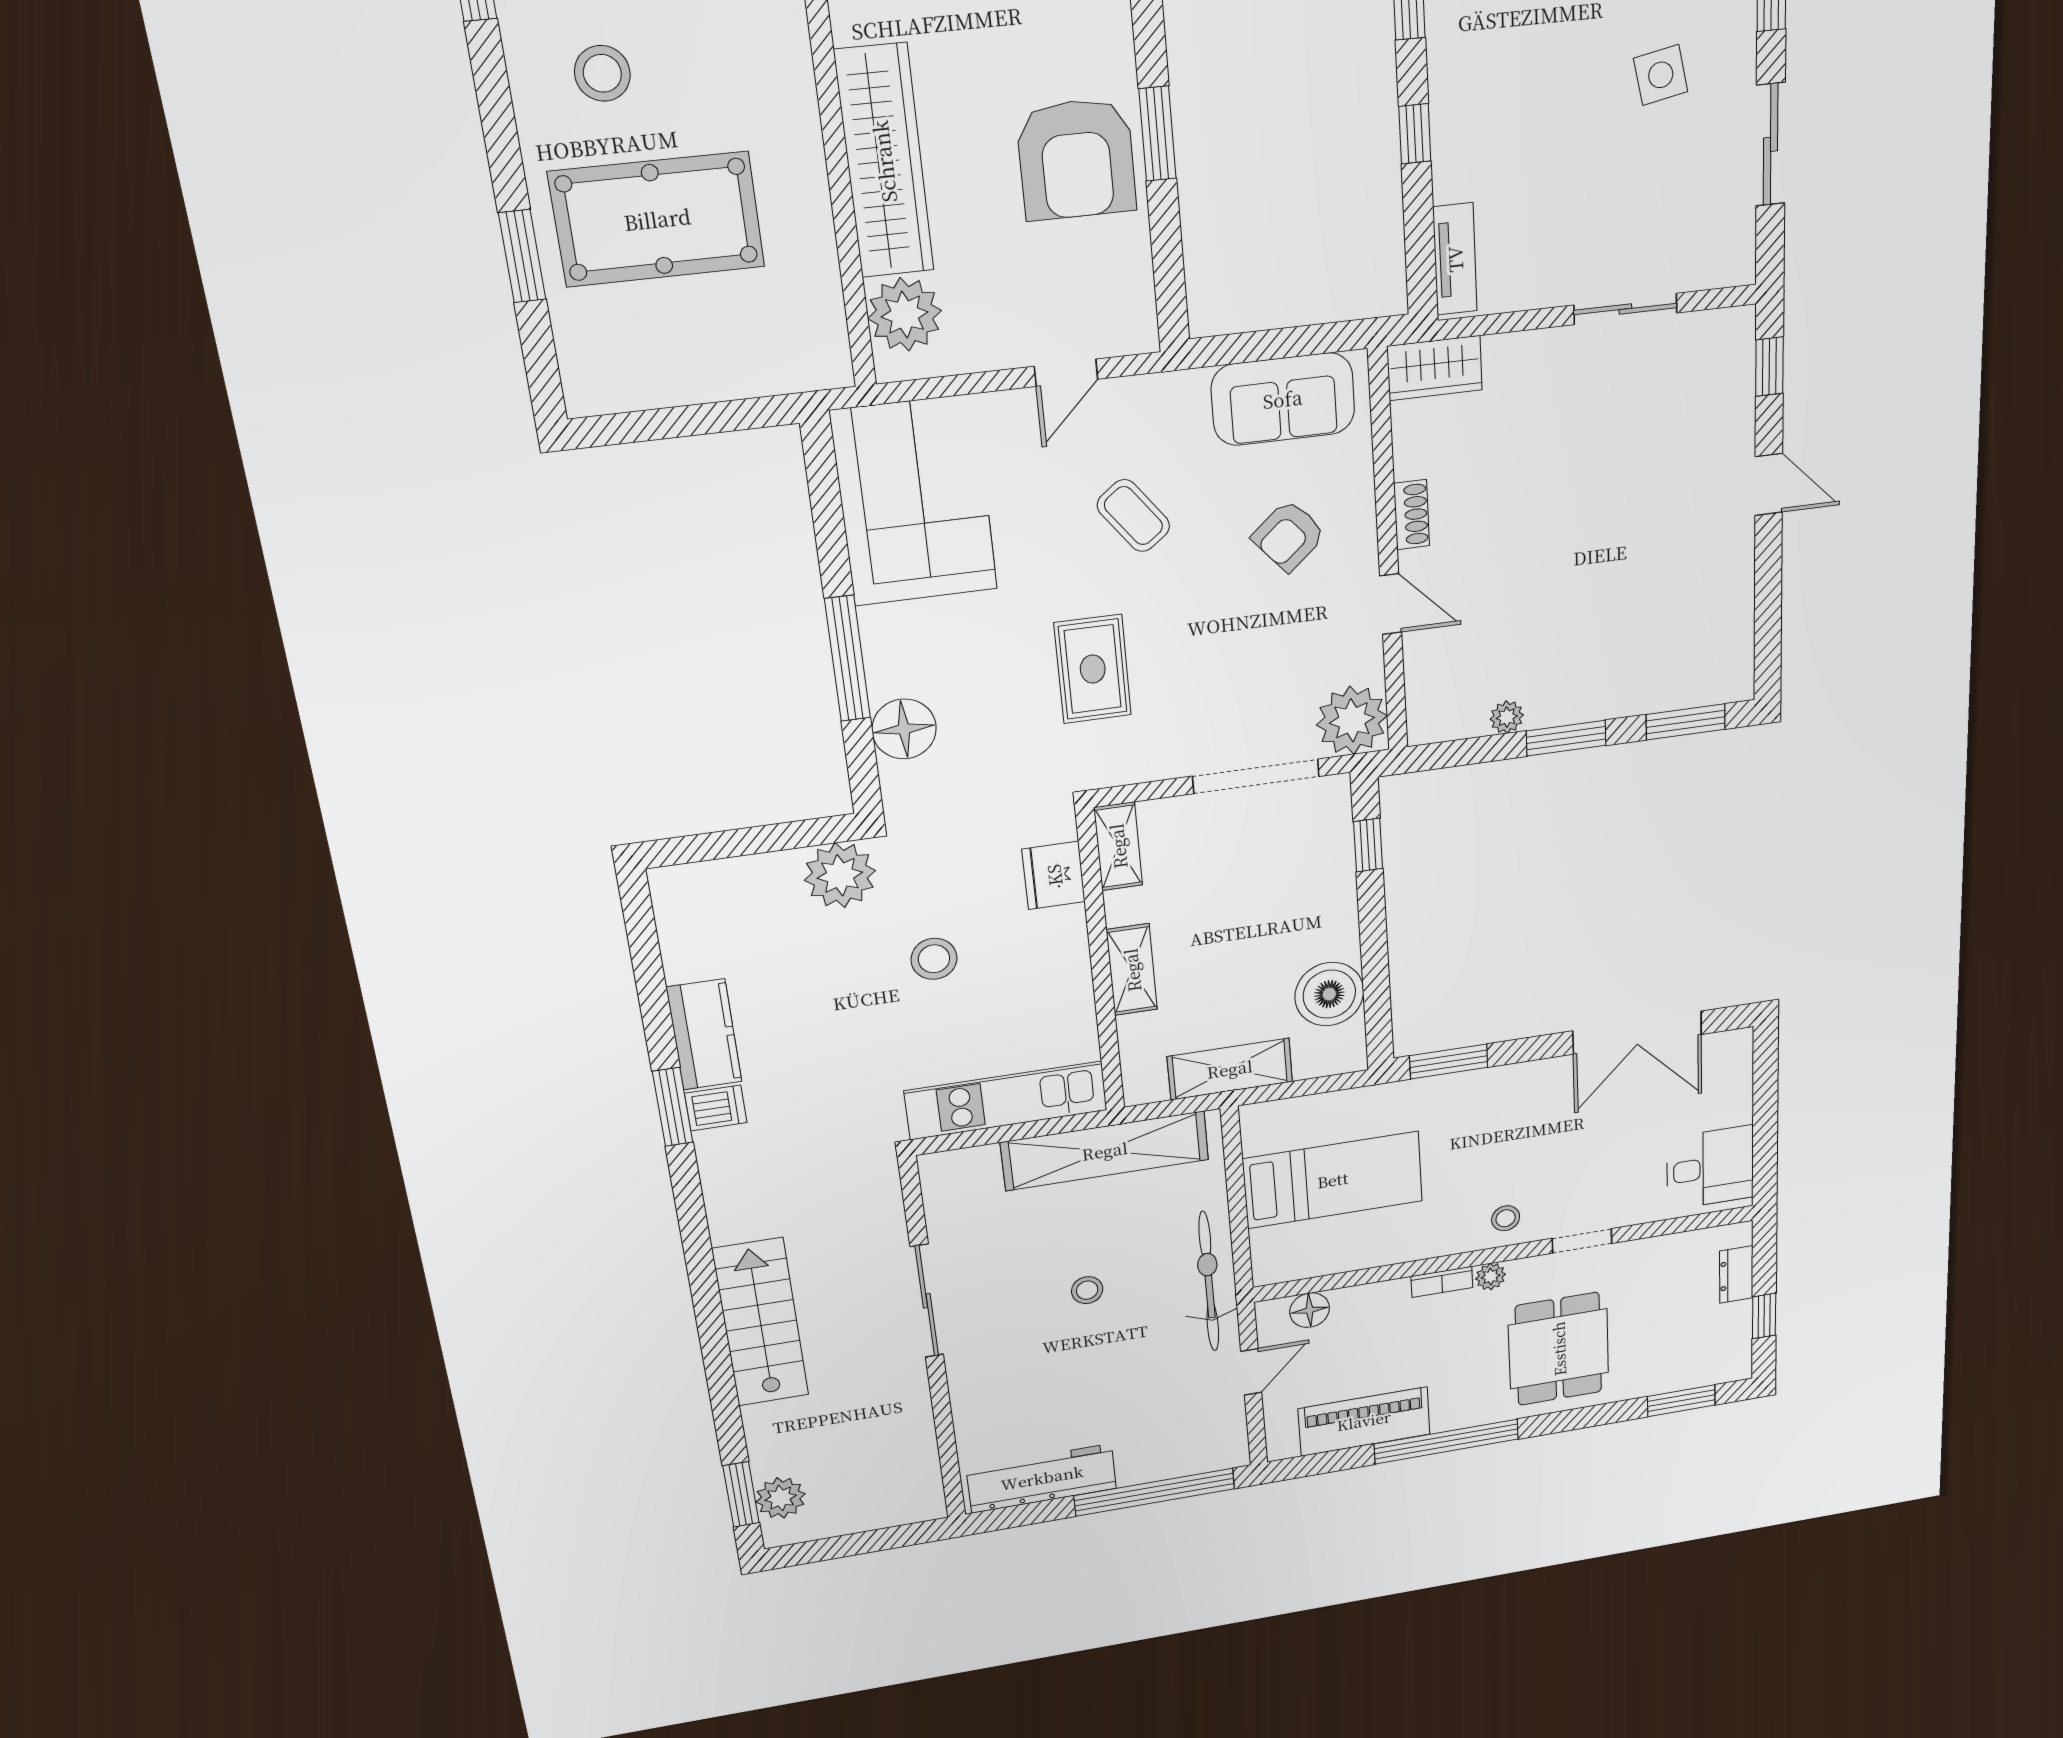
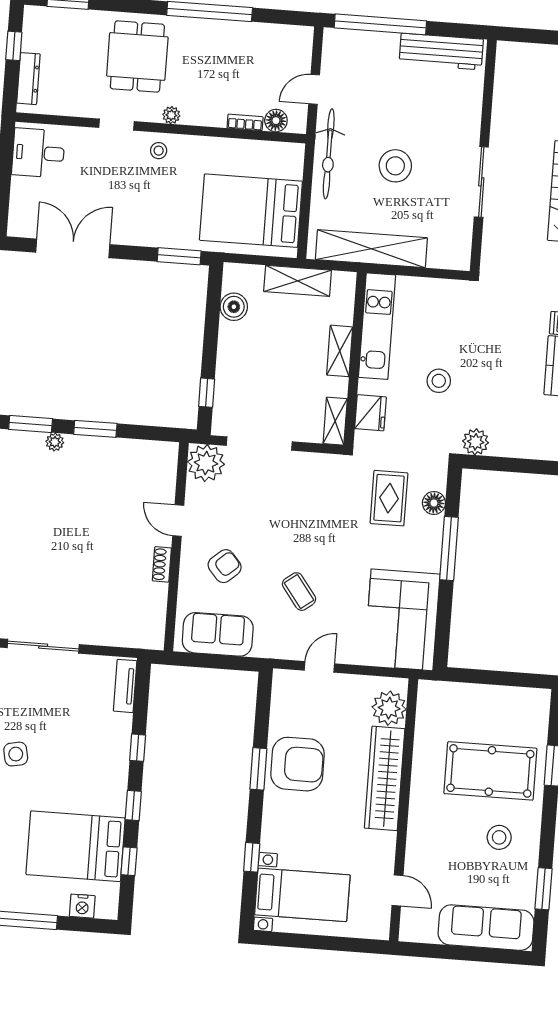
armchair: (1076, 159) -> (297, 764), turned 90
sliding door: (1625, 309) -> (43, 646), width x1.37
wardrobe: (1435, 368) -> (141, 635), removed
rug: (1093, 669) -> (389, 498), moved
plant: (1507, 717) -> (55, 442), moved
floor lamp: (904, 729) -> (434, 503), width x0.73, depth x0.73
plant: (840, 875) -> (476, 442), width x0.73, depth x0.73
boiler: (1329, 994) -> (234, 307), width x0.73, depth x0.73
kitchen unit: (1006, 1100) -> (377, 326), moved, turned -90
bed: (1333, 1180) -> (251, 211), width x1.50
dresser: (1736, 1274) -> (28, 79), width x1.44
bookcase: (1442, 1282) -> (245, 122), moved
stool: (1087, 1290) -> (395, 166), width x1.89, depth x1.89
piano: (1364, 1421) -> (255, 39), removed

